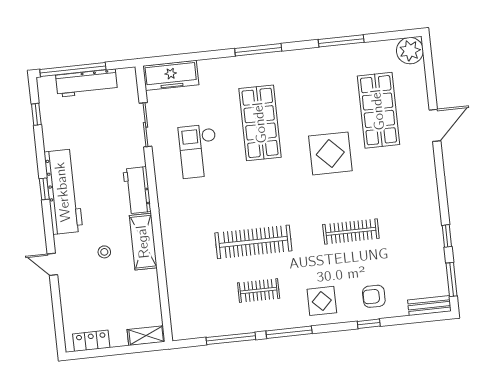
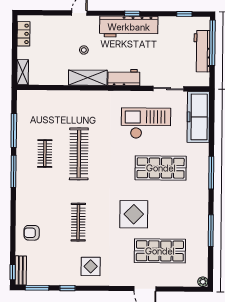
plant: (410, 51) -> (203, 282), width x0.53, depth x0.53
freezer: (171, 75) -> (198, 117), width x1.36, depth x1.26
checkout: (199, 151) -> (146, 123), width x1.36, depth x1.21
armchair: (374, 296) -> (32, 233), turned -90
display table: (322, 301) -> (91, 266), moved
window: (369, 324) -> (13, 272), moved

